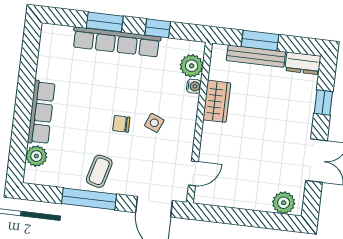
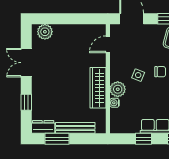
window: (260, 40) -> (57, 139), moved
plant: (192, 66) -> (118, 89), moved
wardrobe: (217, 101) -> (98, 88), width x1.50

